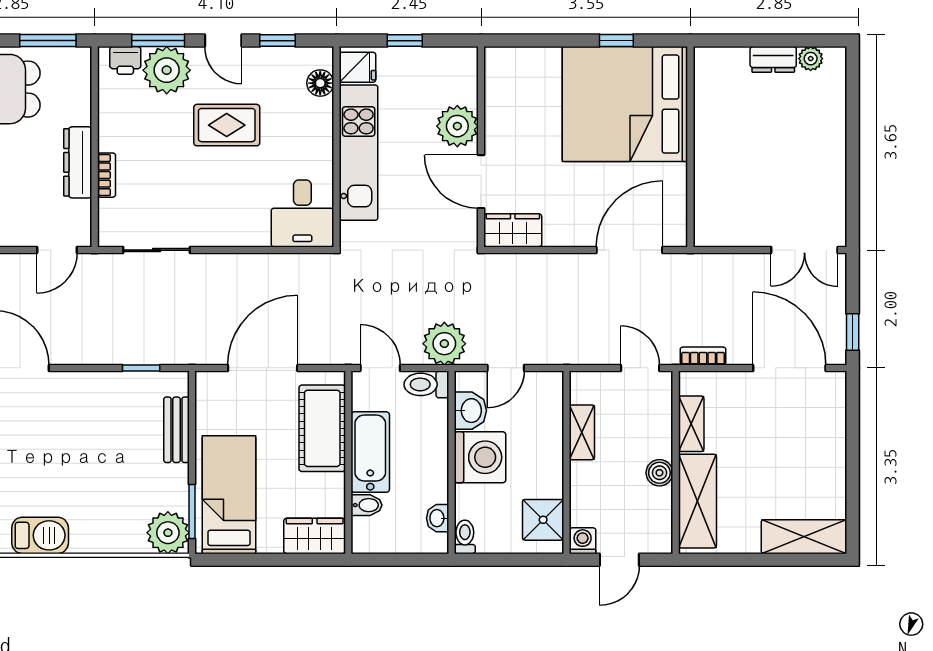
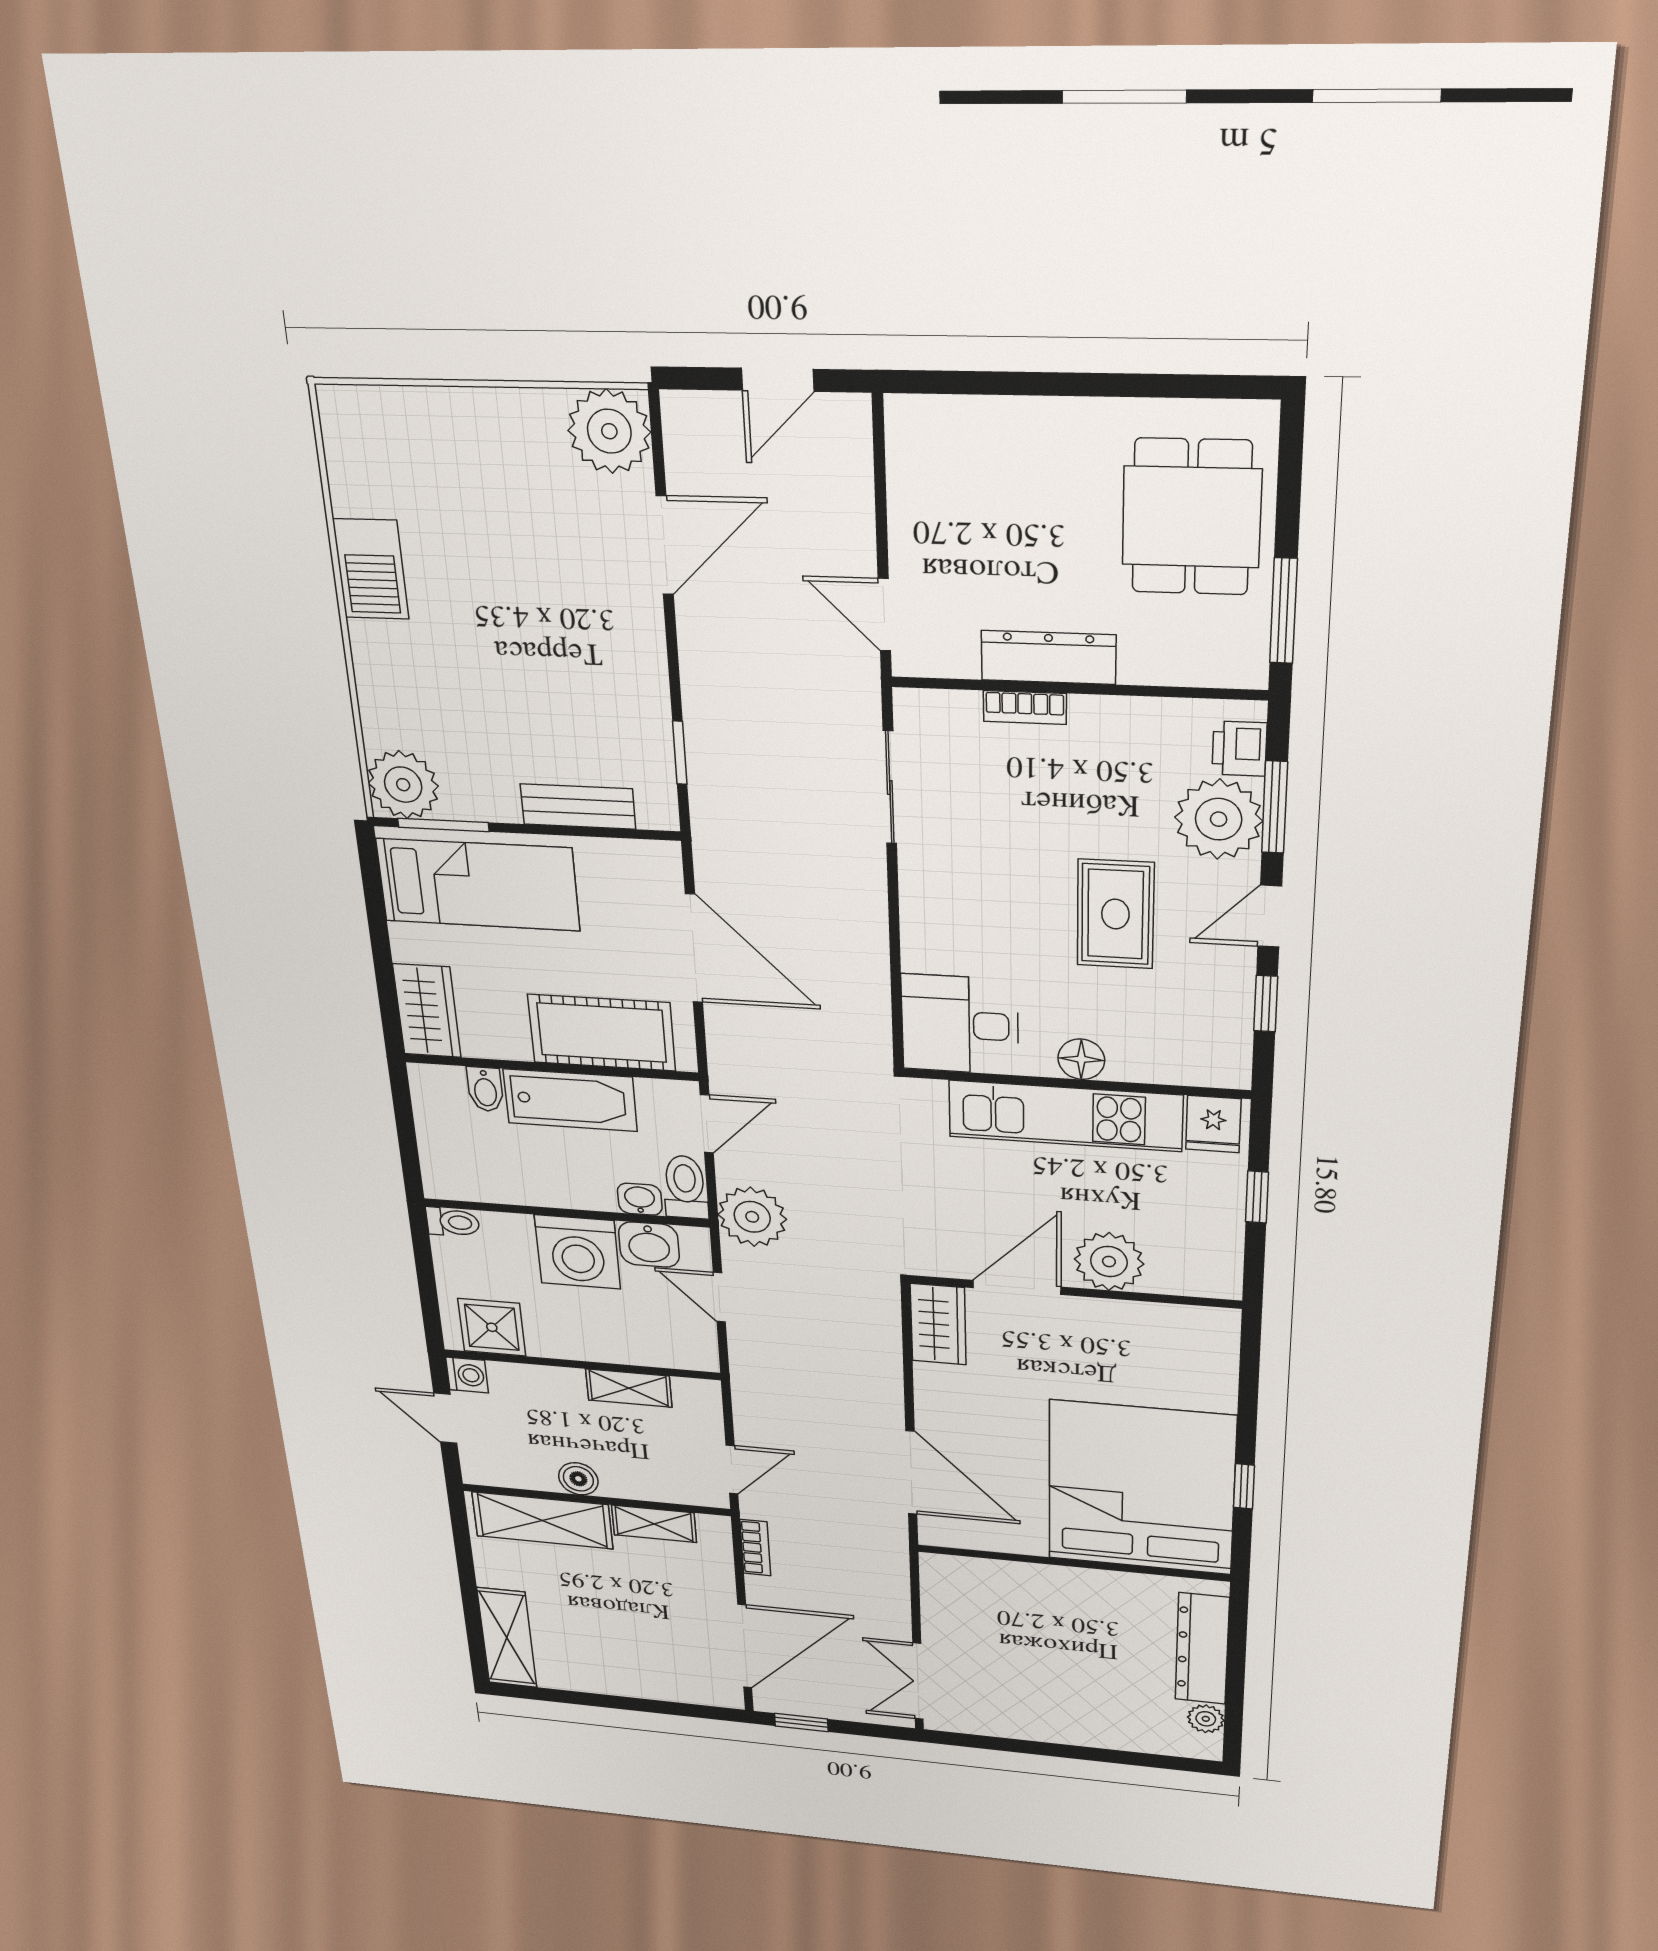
dresser: (773, 59) -> (1202, 1649), width x1.96, depth x1.24
floor lamp: (320, 83) -> (1081, 1059), moved
washbasin: (438, 518) -> (640, 1199), moved

